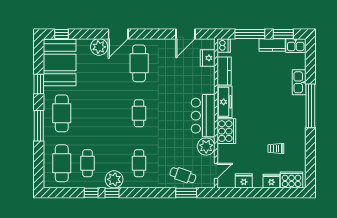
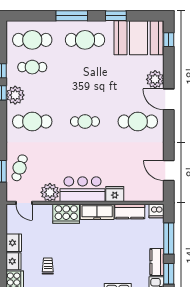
fridge: (208, 58) -> (115, 194), moved
cafe table: (139, 163) -> (32, 122), width x1.37, depth x1.35
fridge: (244, 181) -> (14, 243), moved

